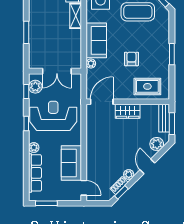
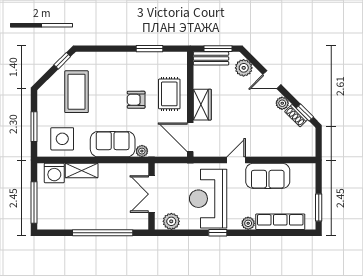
window: (26, 32) -> (103, 233), width x2.11
window: (172, 54) -> (150, 49), moved
double door: (57, 71) -> (152, 194), swing flipped
rug: (147, 86) -> (169, 94), moved
window: (26, 91) -> (177, 233), removed
door: (84, 188) -> (236, 160), moved

